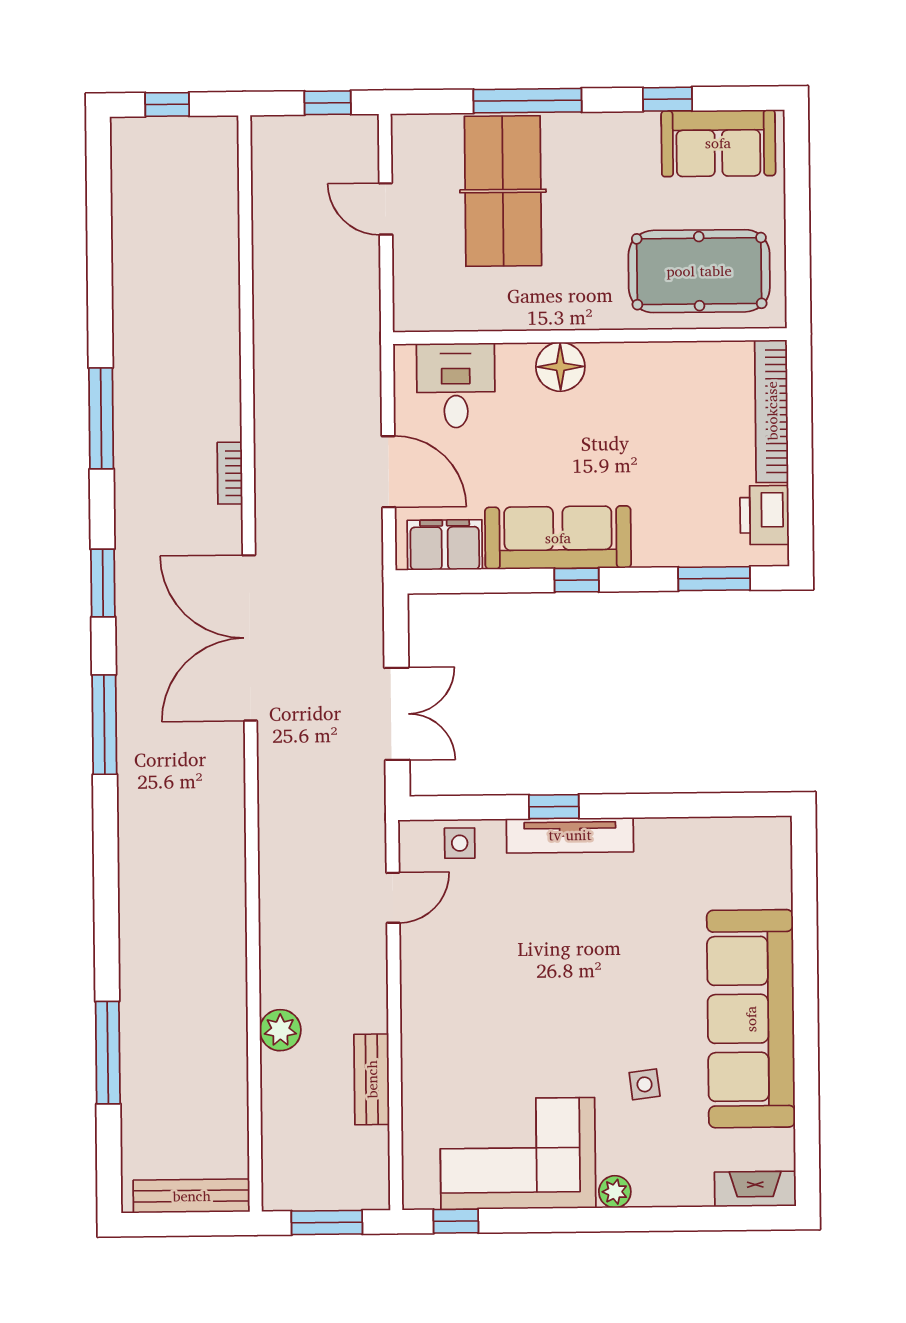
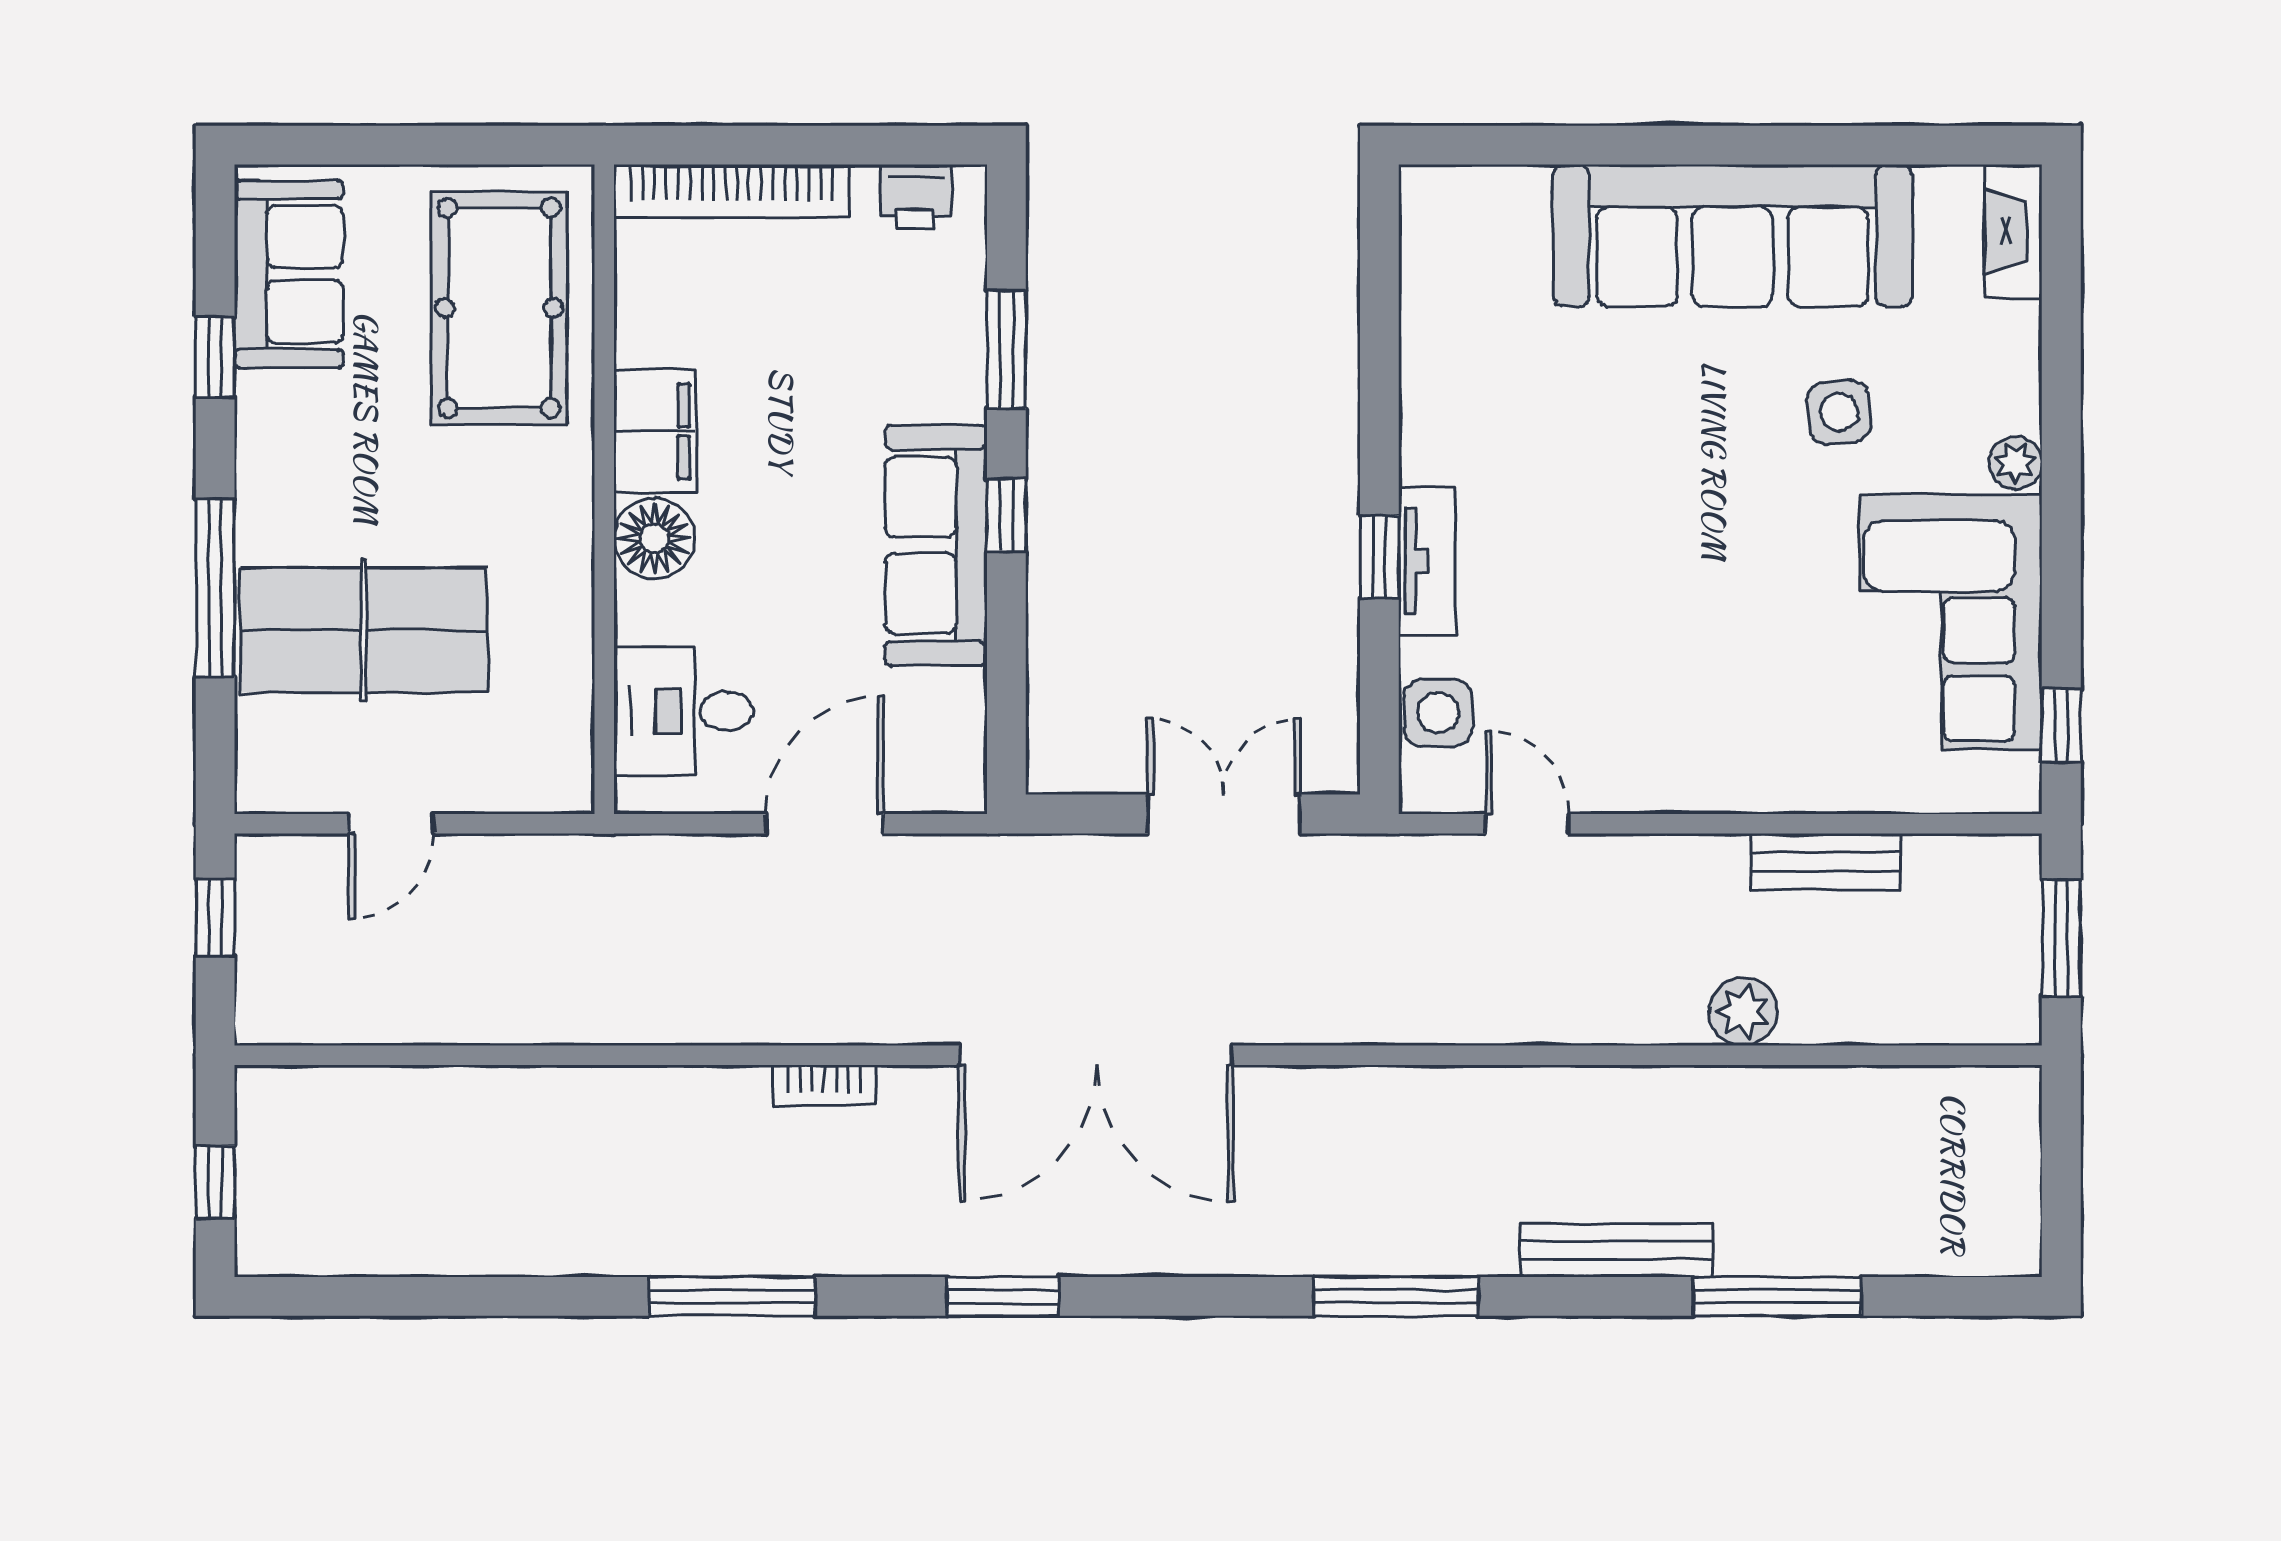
printer: (764, 515) -> (915, 197), width x0.73, depth x0.81
filing cabinet: (445, 545) -> (655, 431), moved, turned 180
window: (714, 579) -> (1006, 349), moved
window: (104, 725) -> (1396, 1296), moved
tv unit: (570, 835) -> (1427, 561), width x0.71
side table: (460, 843) -> (1438, 713), width x1.37, depth x1.37
side table: (645, 1084) -> (1839, 412), width x1.37, depth x1.37
bench: (192, 1196) -> (1617, 1250), moved, turned 90

